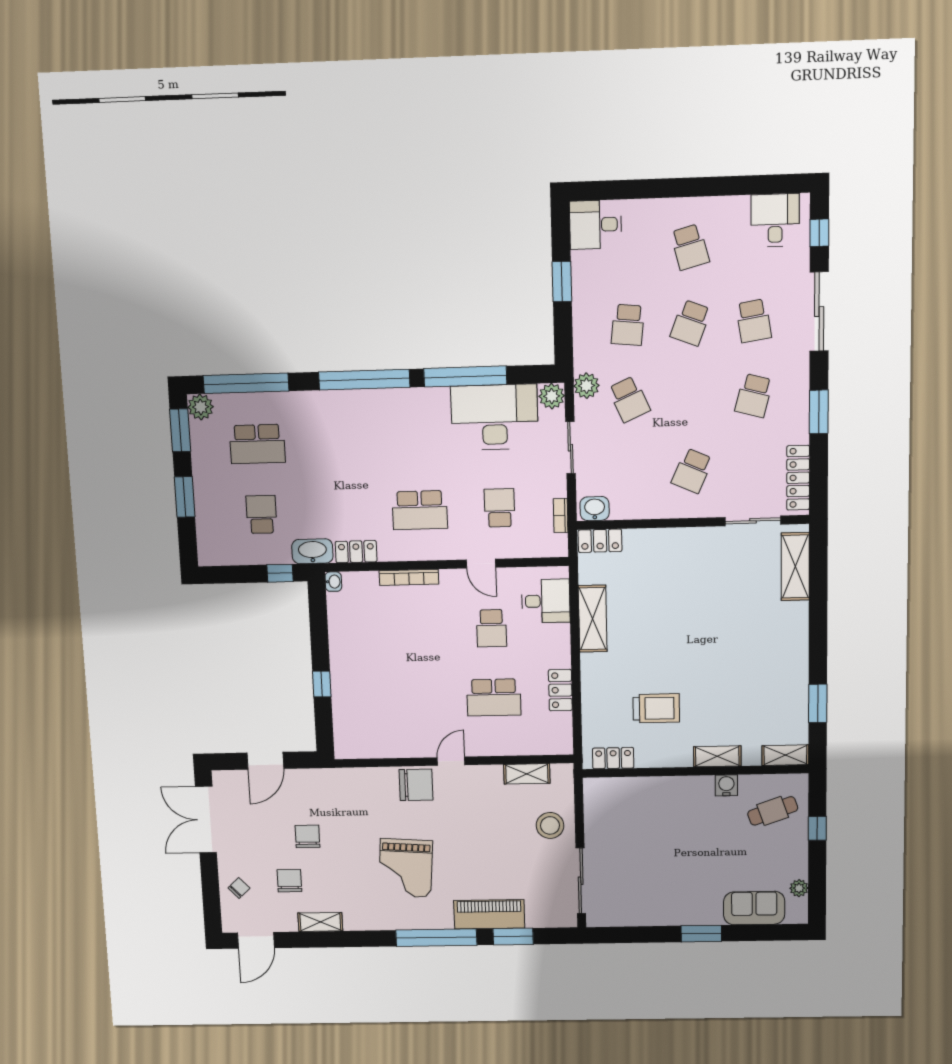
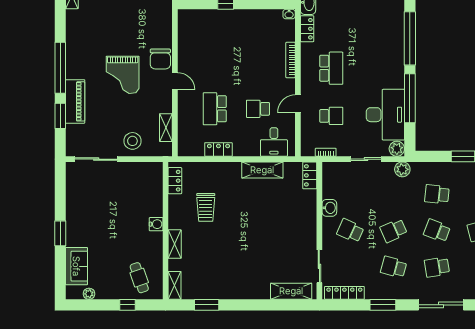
school desk: (629, 399) -> (394, 231), moved
washbasin: (595, 509) -> (329, 208), moved
school desk: (420, 510) -> (331, 68), turned 180
water cooler: (726, 785) -> (156, 224), moved
grand piano: (406, 868) -> (123, 75), moved, turned -94

